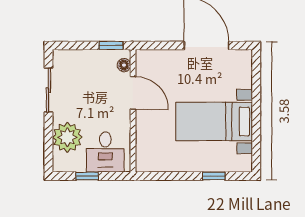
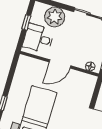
door: (133, 93) -> (60, 64), moved

